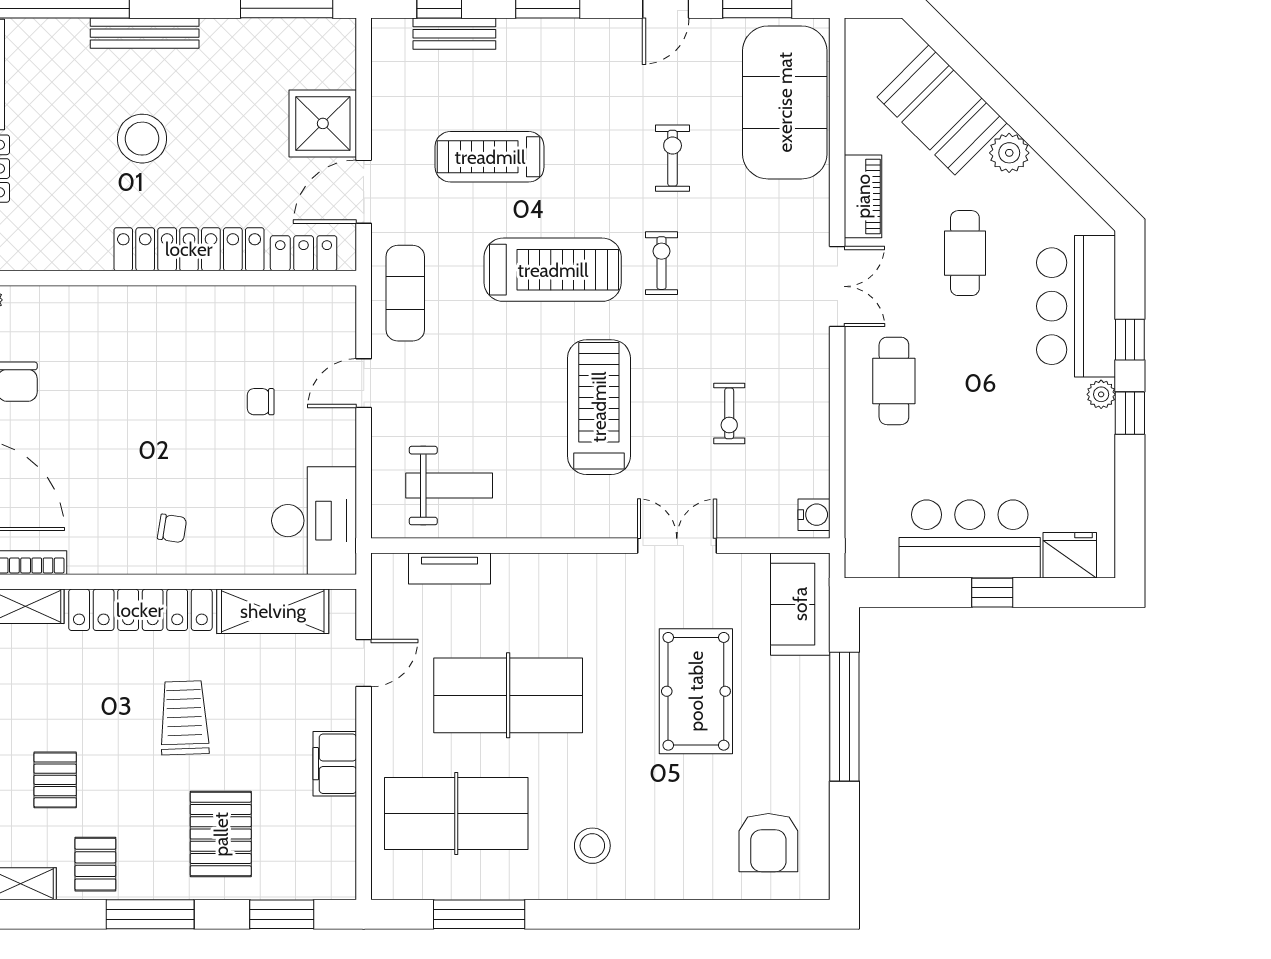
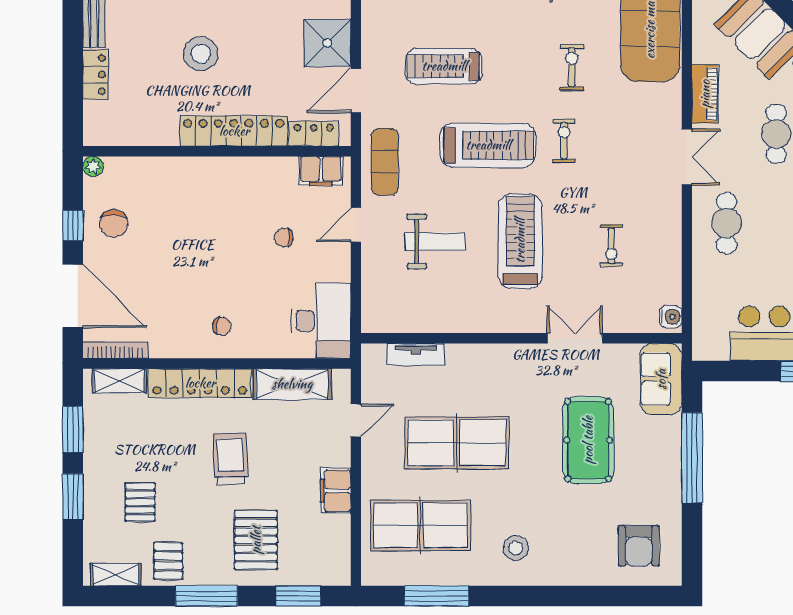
filing cabinet: (314, 306) -> (321, 171), added
weight bench: (449, 486) -> (435, 242), moved

